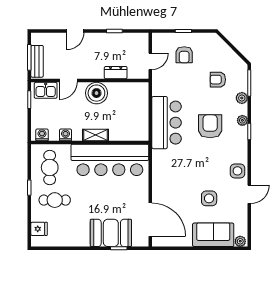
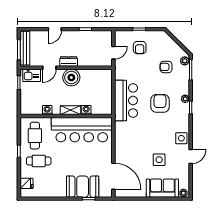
bench: (37, 61) -> (25, 48), width x1.36
dresser: (116, 73) -> (69, 62), moved
plant: (242, 98) -> (185, 61), moved
washing machine: (42, 135) -> (86, 110), moved

